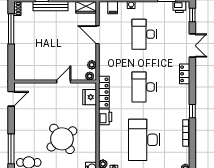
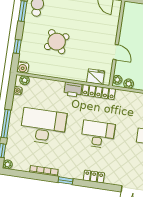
locker: (185, 74) -> (94, 177), moved
round table: (62, 139) -> (57, 42), width x0.73, depth x0.73

